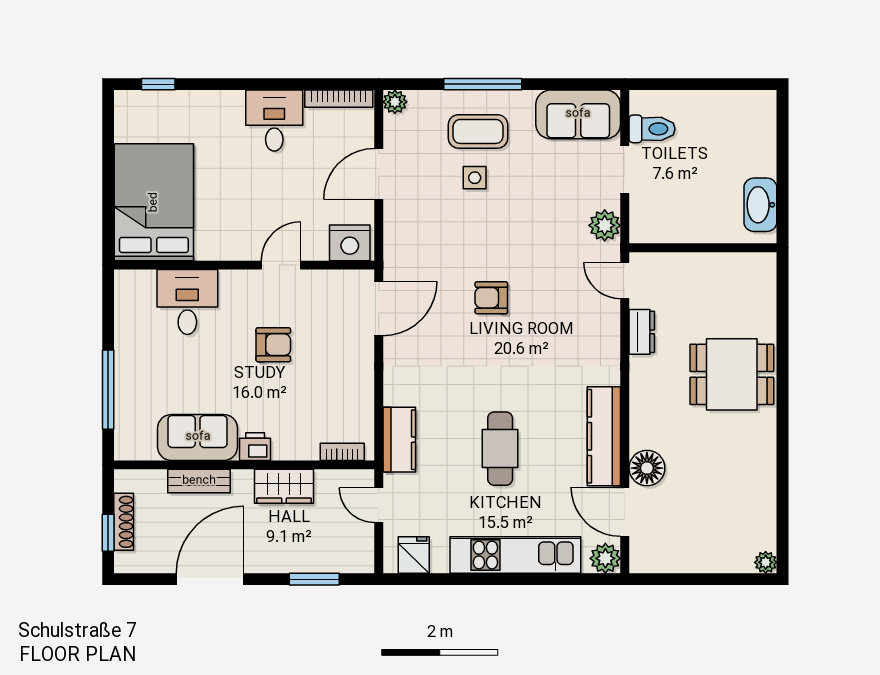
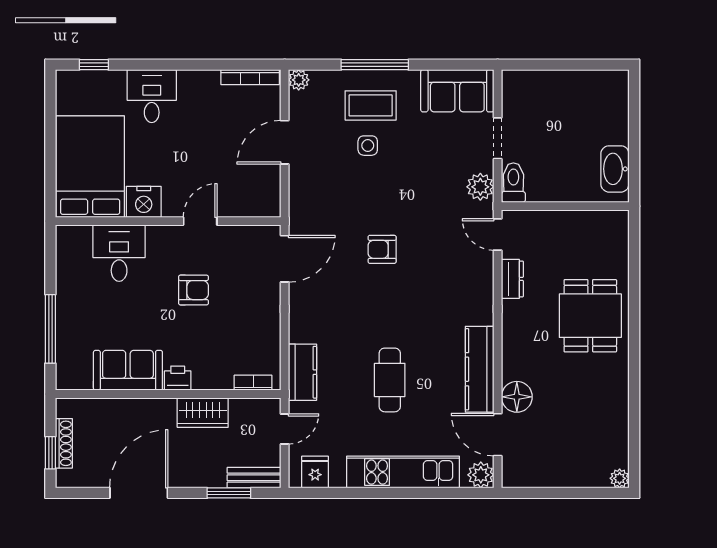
desk: (274, 121) -> (152, 96), moved
toilet: (652, 129) -> (513, 183), moved, turned -90
nightstand: (350, 243) -> (144, 202), moved
dining table: (732, 374) -> (590, 316), turned 90
bench: (199, 481) -> (254, 478), moved
door: (379, 505) -> (285, 429), swing flipped

